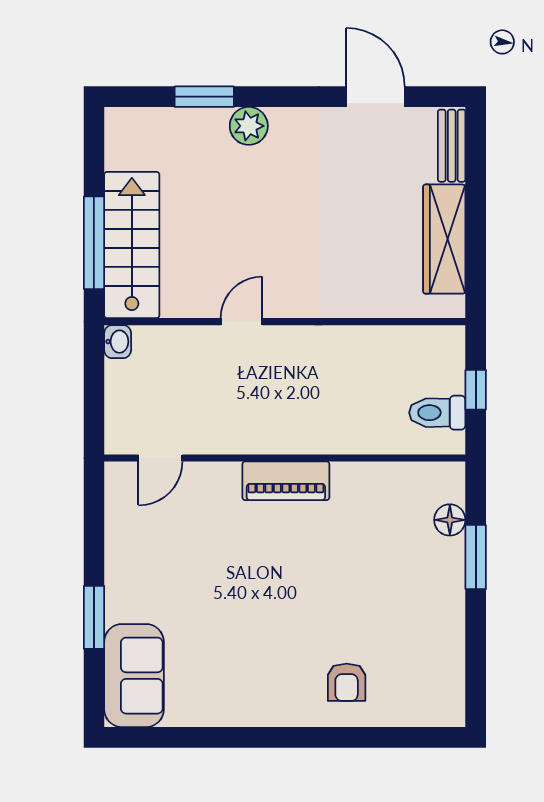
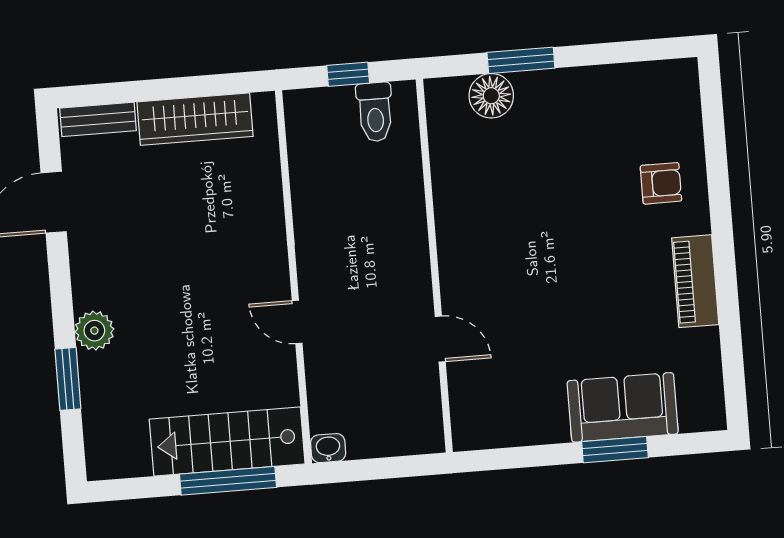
door: (160, 458) -> (440, 339), moved
piano: (286, 481) -> (695, 281), moved, turned 180
floor lamp: (450, 520) -> (491, 96), width x1.38, depth x1.38
sofa: (134, 676) -> (623, 407), moved

